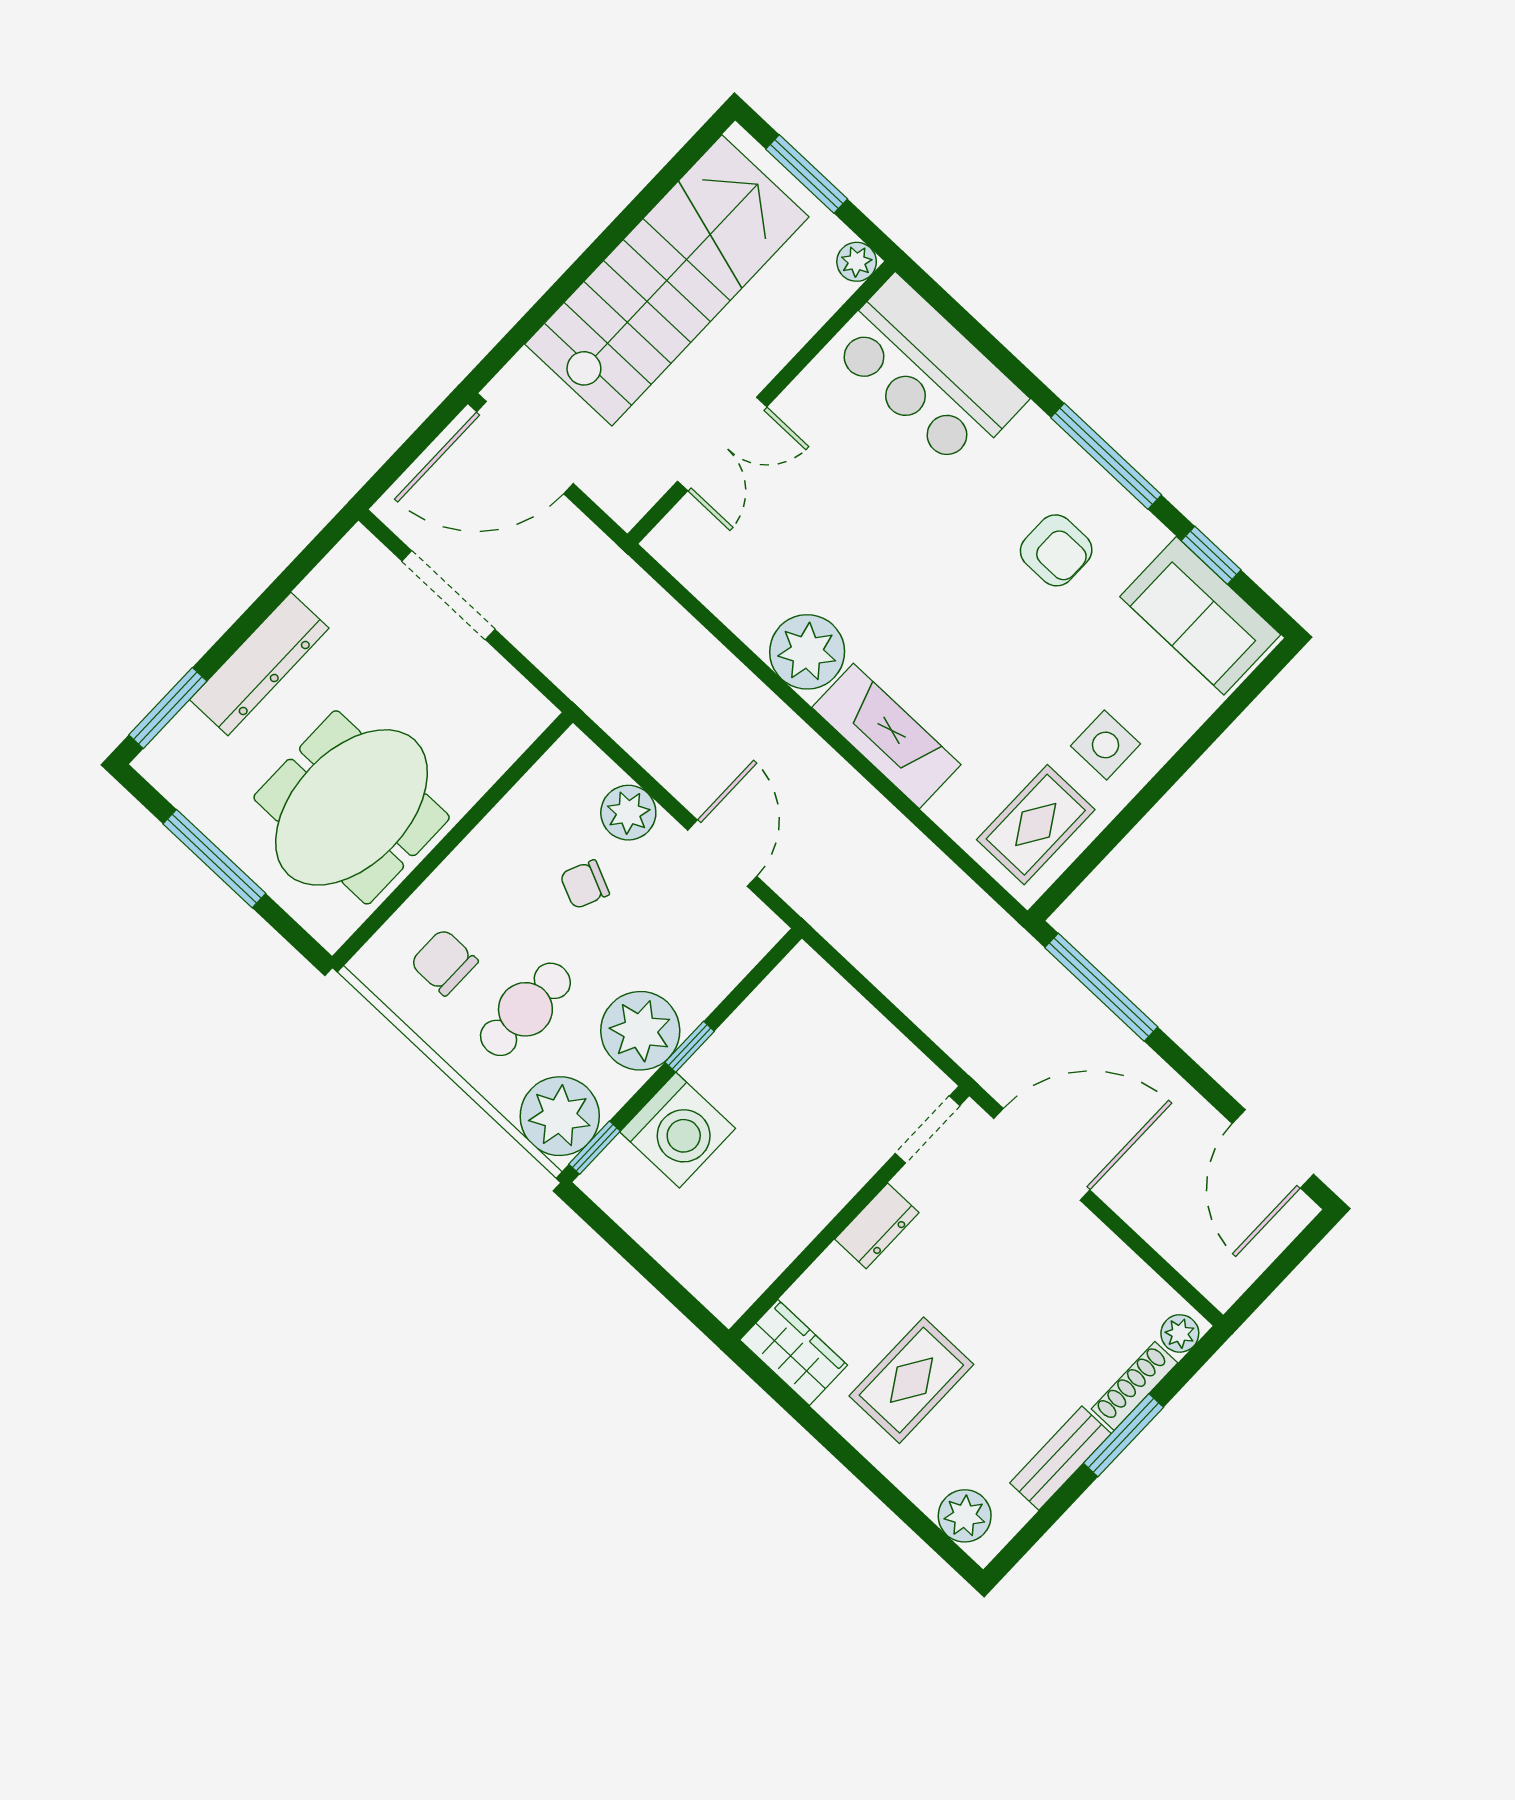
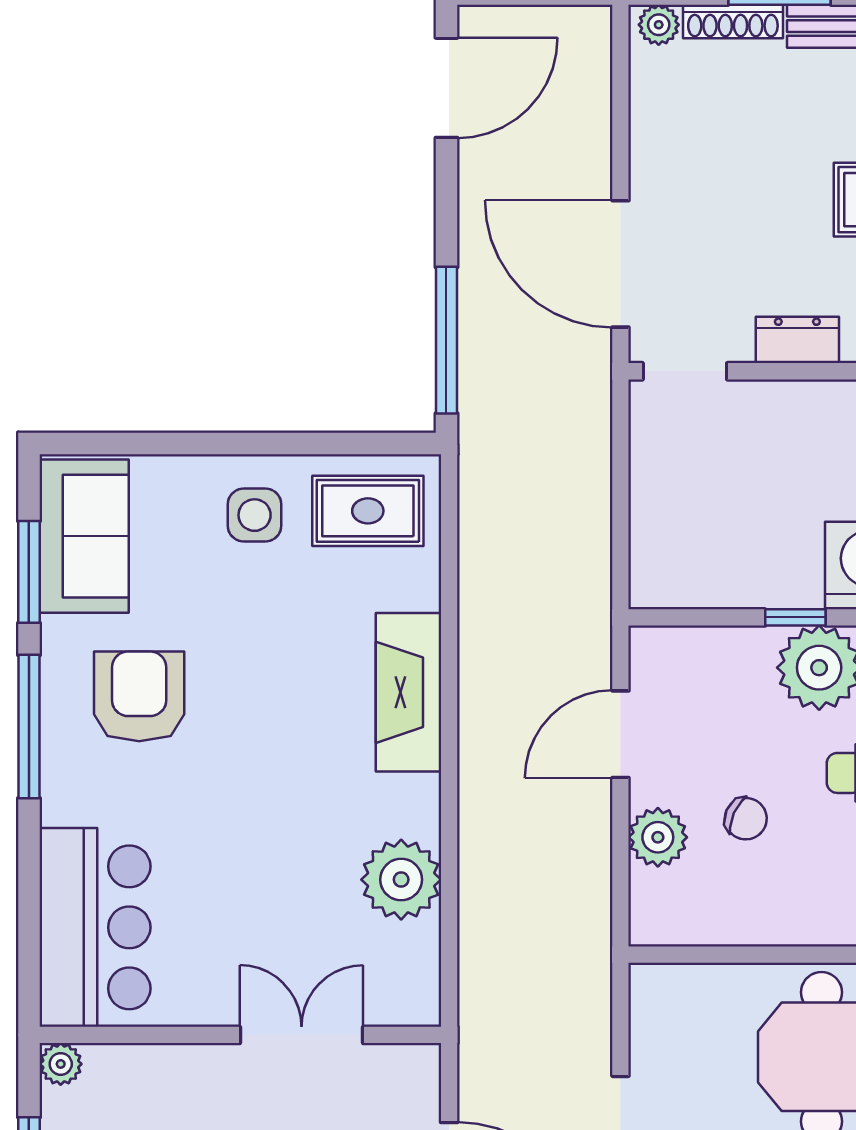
armchair: (1056, 550) -> (139, 696), width x1.38, depth x1.38
window: (1211, 555) -> (29, 572), width x1.50
plant: (807, 652) -> (401, 880), moved

